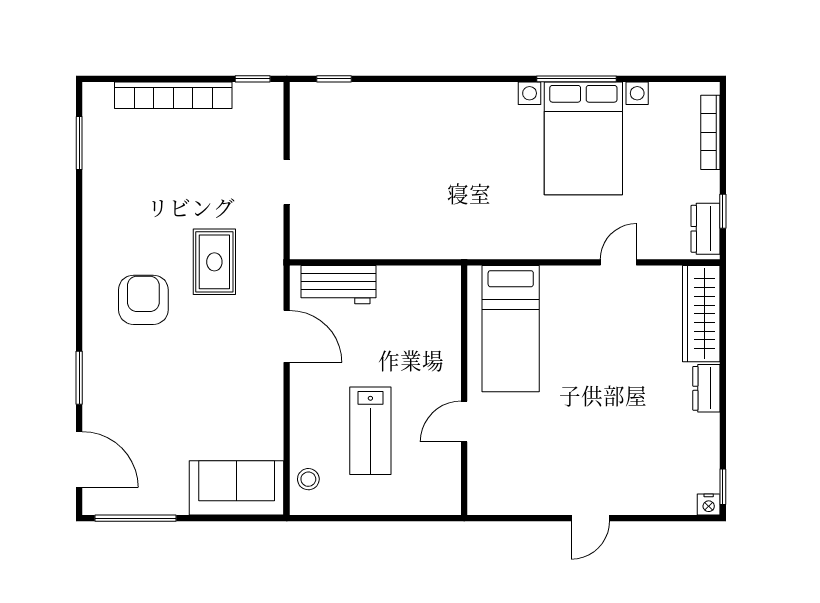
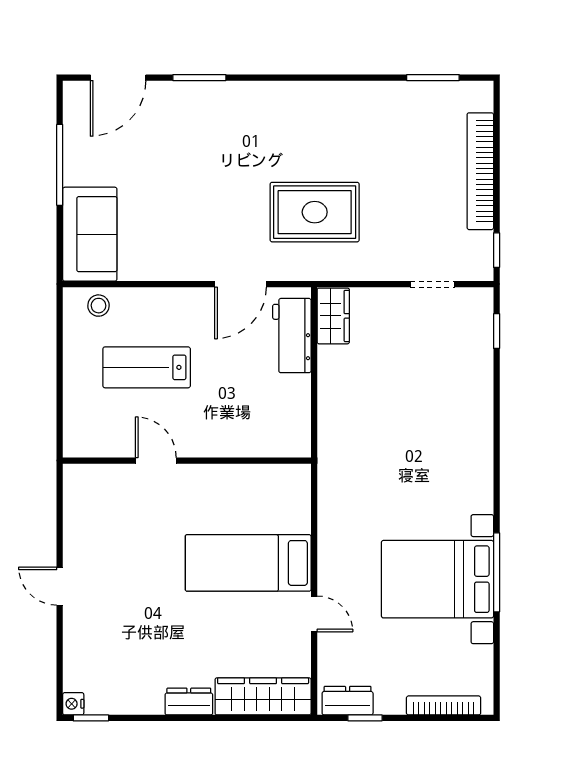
doorway: (287, 182) -> (433, 284), moved
wardrobe: (319, 243) -> (333, 316), added
rug: (214, 262) -> (315, 212), width x1.36, depth x1.43
armchair: (143, 300) -> (277, 141), removed
bed: (511, 329) -> (248, 563), moved
window: (135, 518) -> (60, 165), moved

